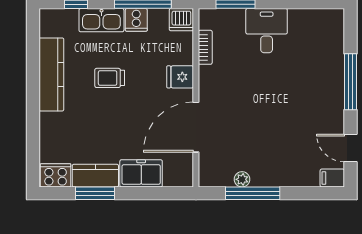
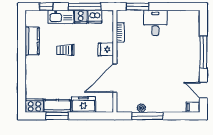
dishwasher: (181, 20) -> (95, 17), moved
kitchen counter: (51, 74) -> (32, 41), width x0.67

